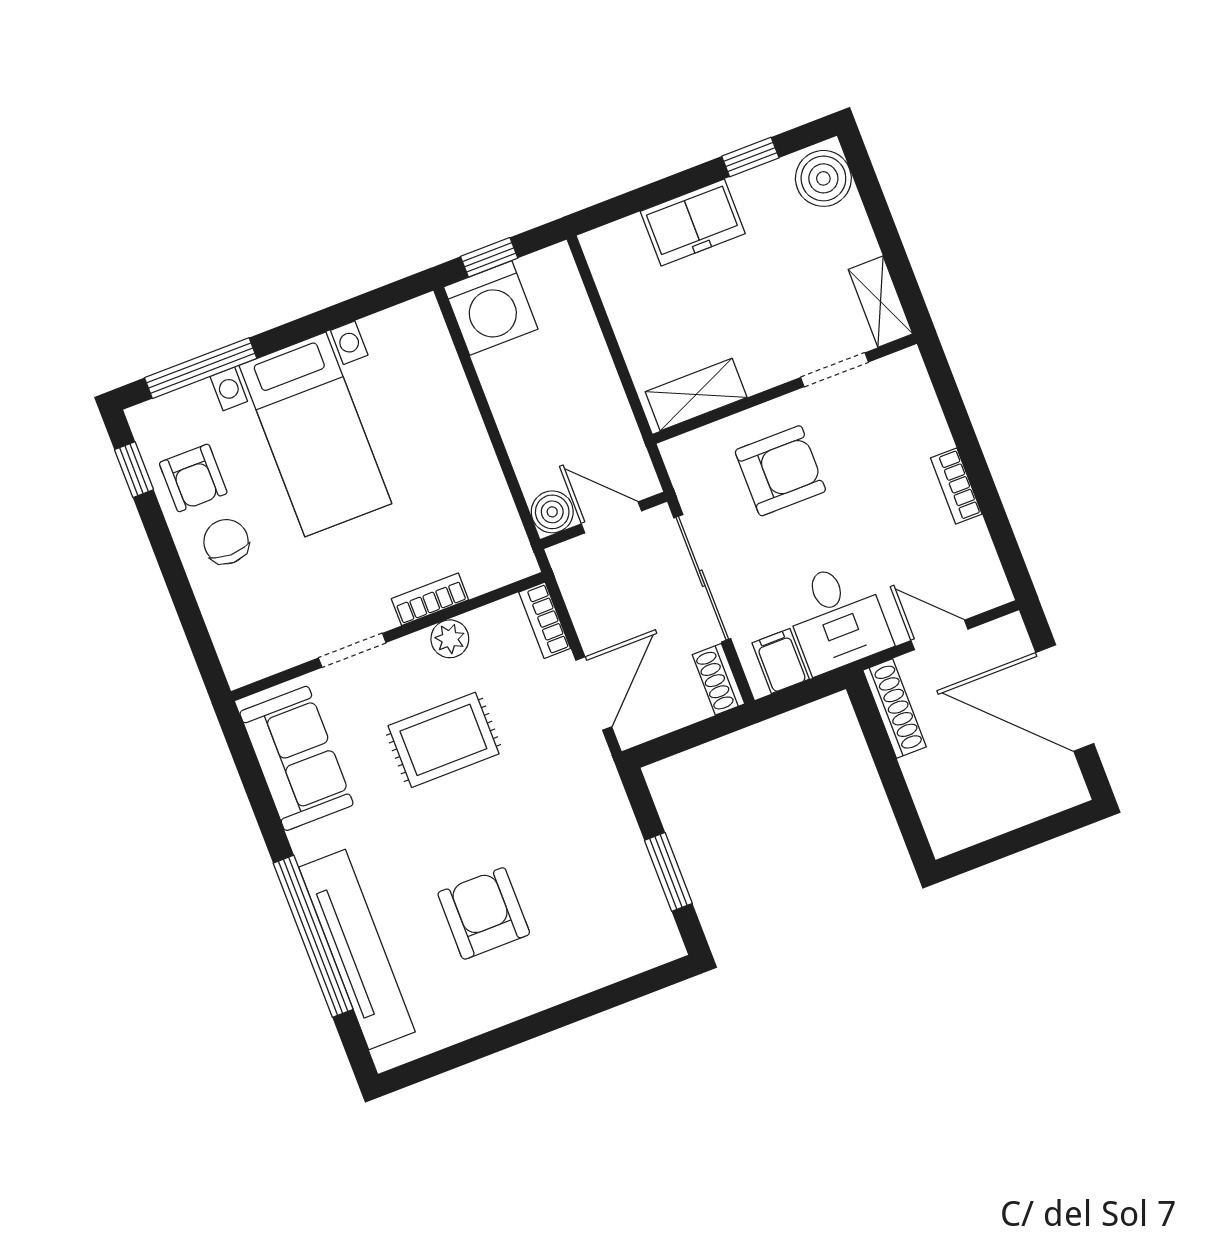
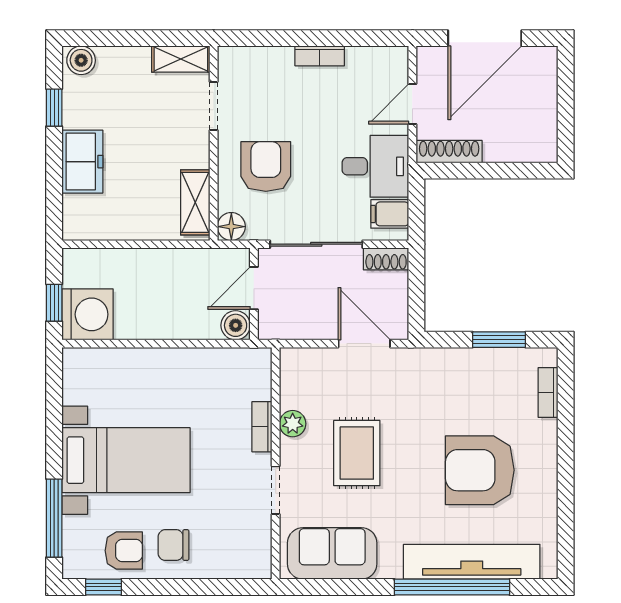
boiler: (823, 178) -> (81, 60), width x0.73, depth x0.73
floor lamp: (682, 455) -> (231, 227), added
bookcase: (545, 620) -> (548, 393), moved, turned 90
armchair: (484, 913) -> (480, 470), width x1.36, depth x1.36

